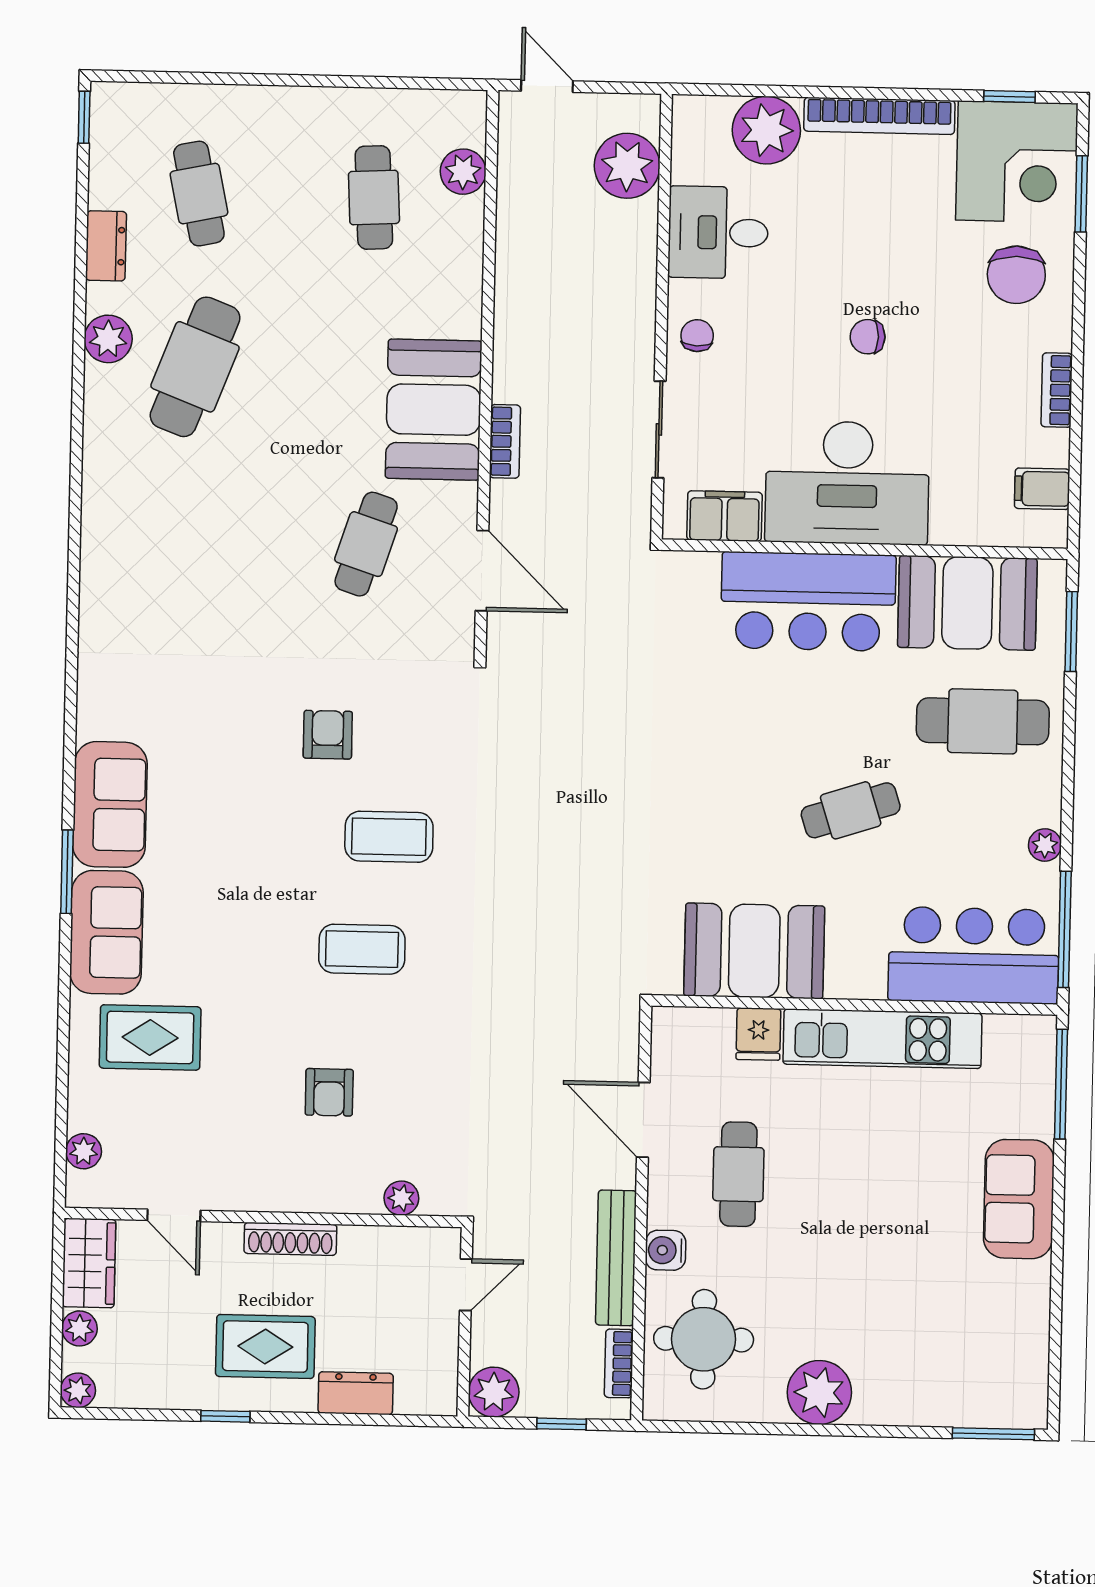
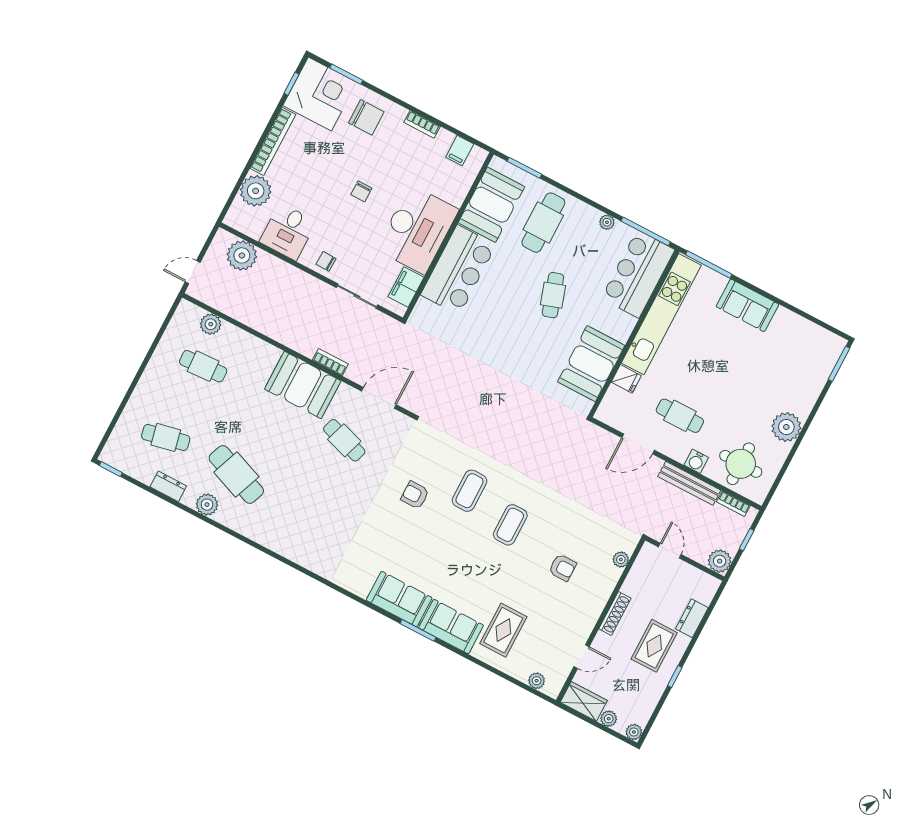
kitchen unit: (882, 1039) -> (661, 314), width x1.36

